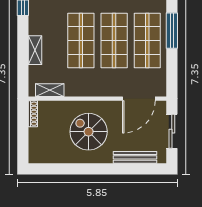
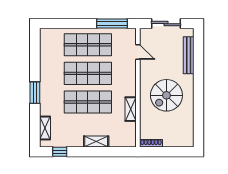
window: (172, 31) -> (112, 24), moved
shelving: (50, 90) -> (131, 109), moved
door: (139, 99) -> (138, 52), width x0.53

